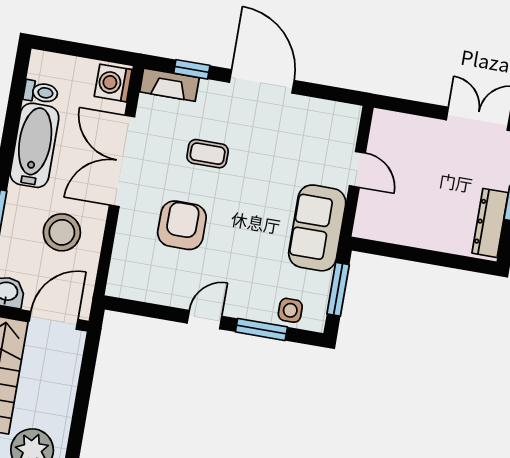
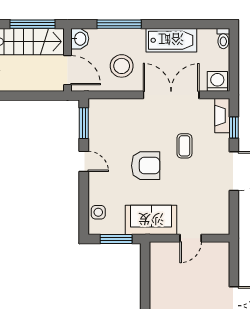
toilet: (41, 92) -> (223, 39), moved
armchair: (182, 225) -> (146, 166), moved
window: (261, 329) -> (84, 123), moved

